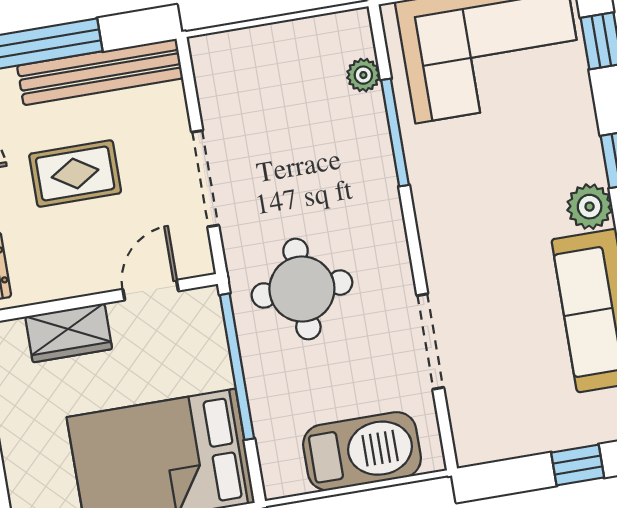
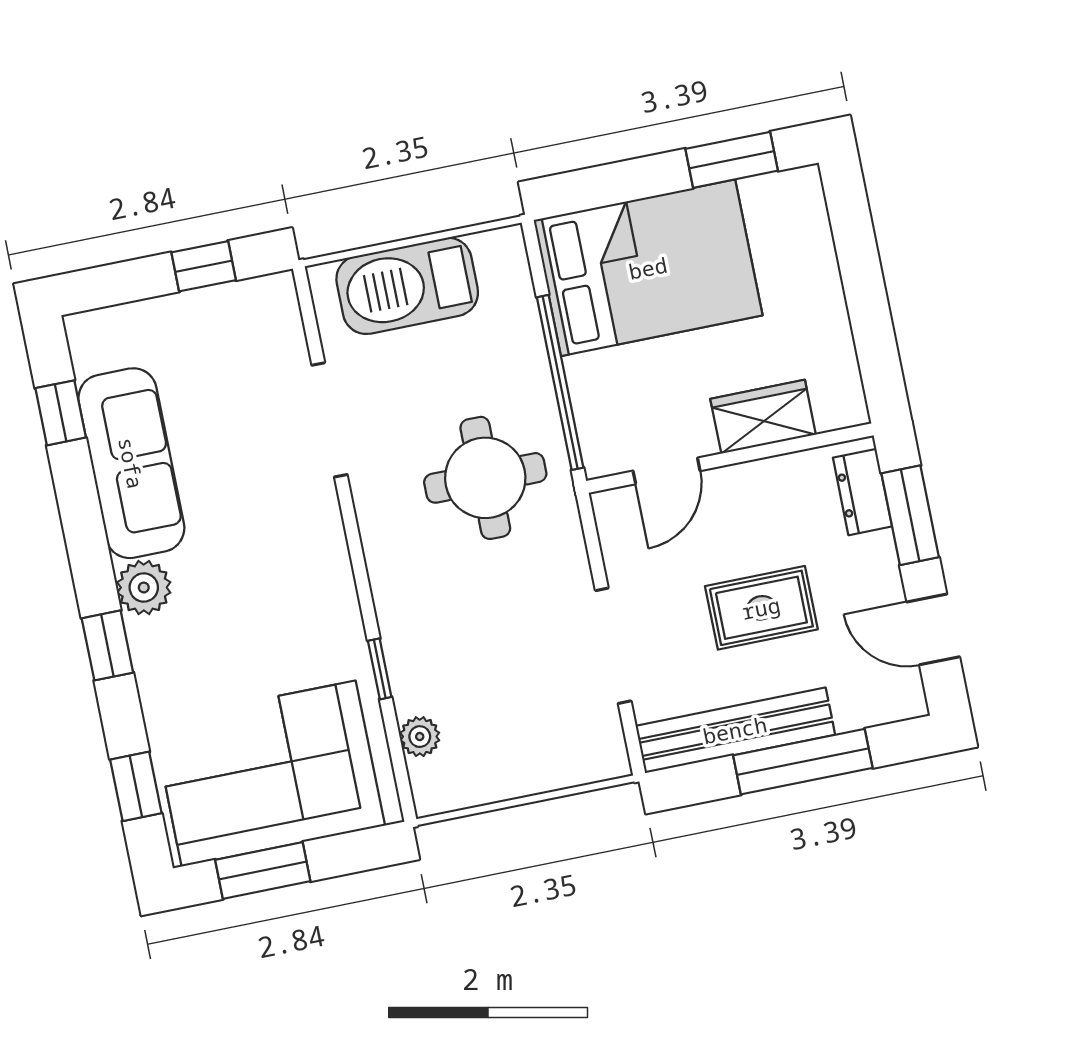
window: (395, 133) -> (380, 669), width x0.46
doorway: (205, 179) -> (613, 646), moved
window: (578, 465) -> (204, 266), moved

